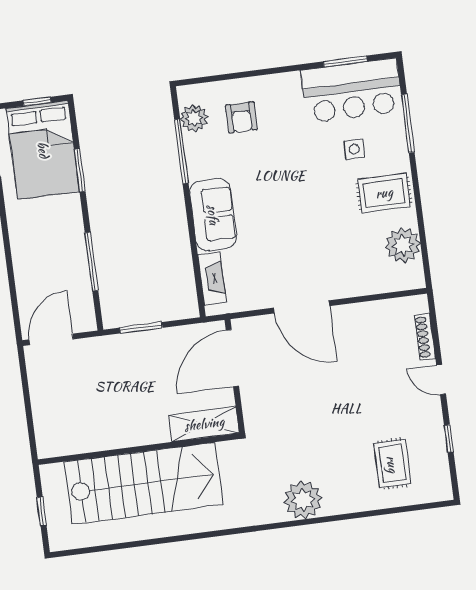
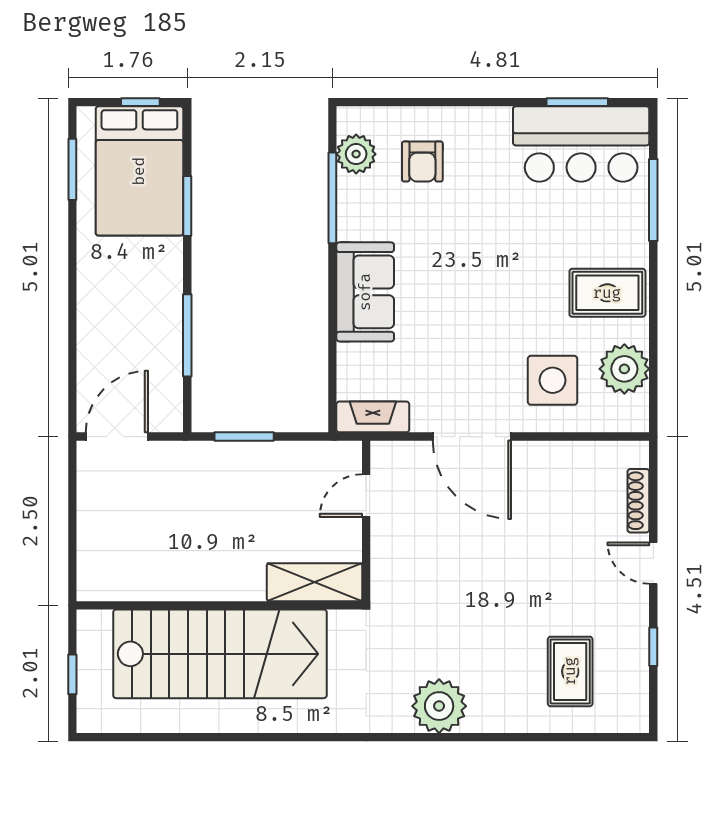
side table: (354, 149) -> (553, 380), moved, width x1.87, depth x1.87
fireplace: (212, 278) -> (373, 417), moved, turned -90
door: (232, 358) -> (366, 496), width x0.53

